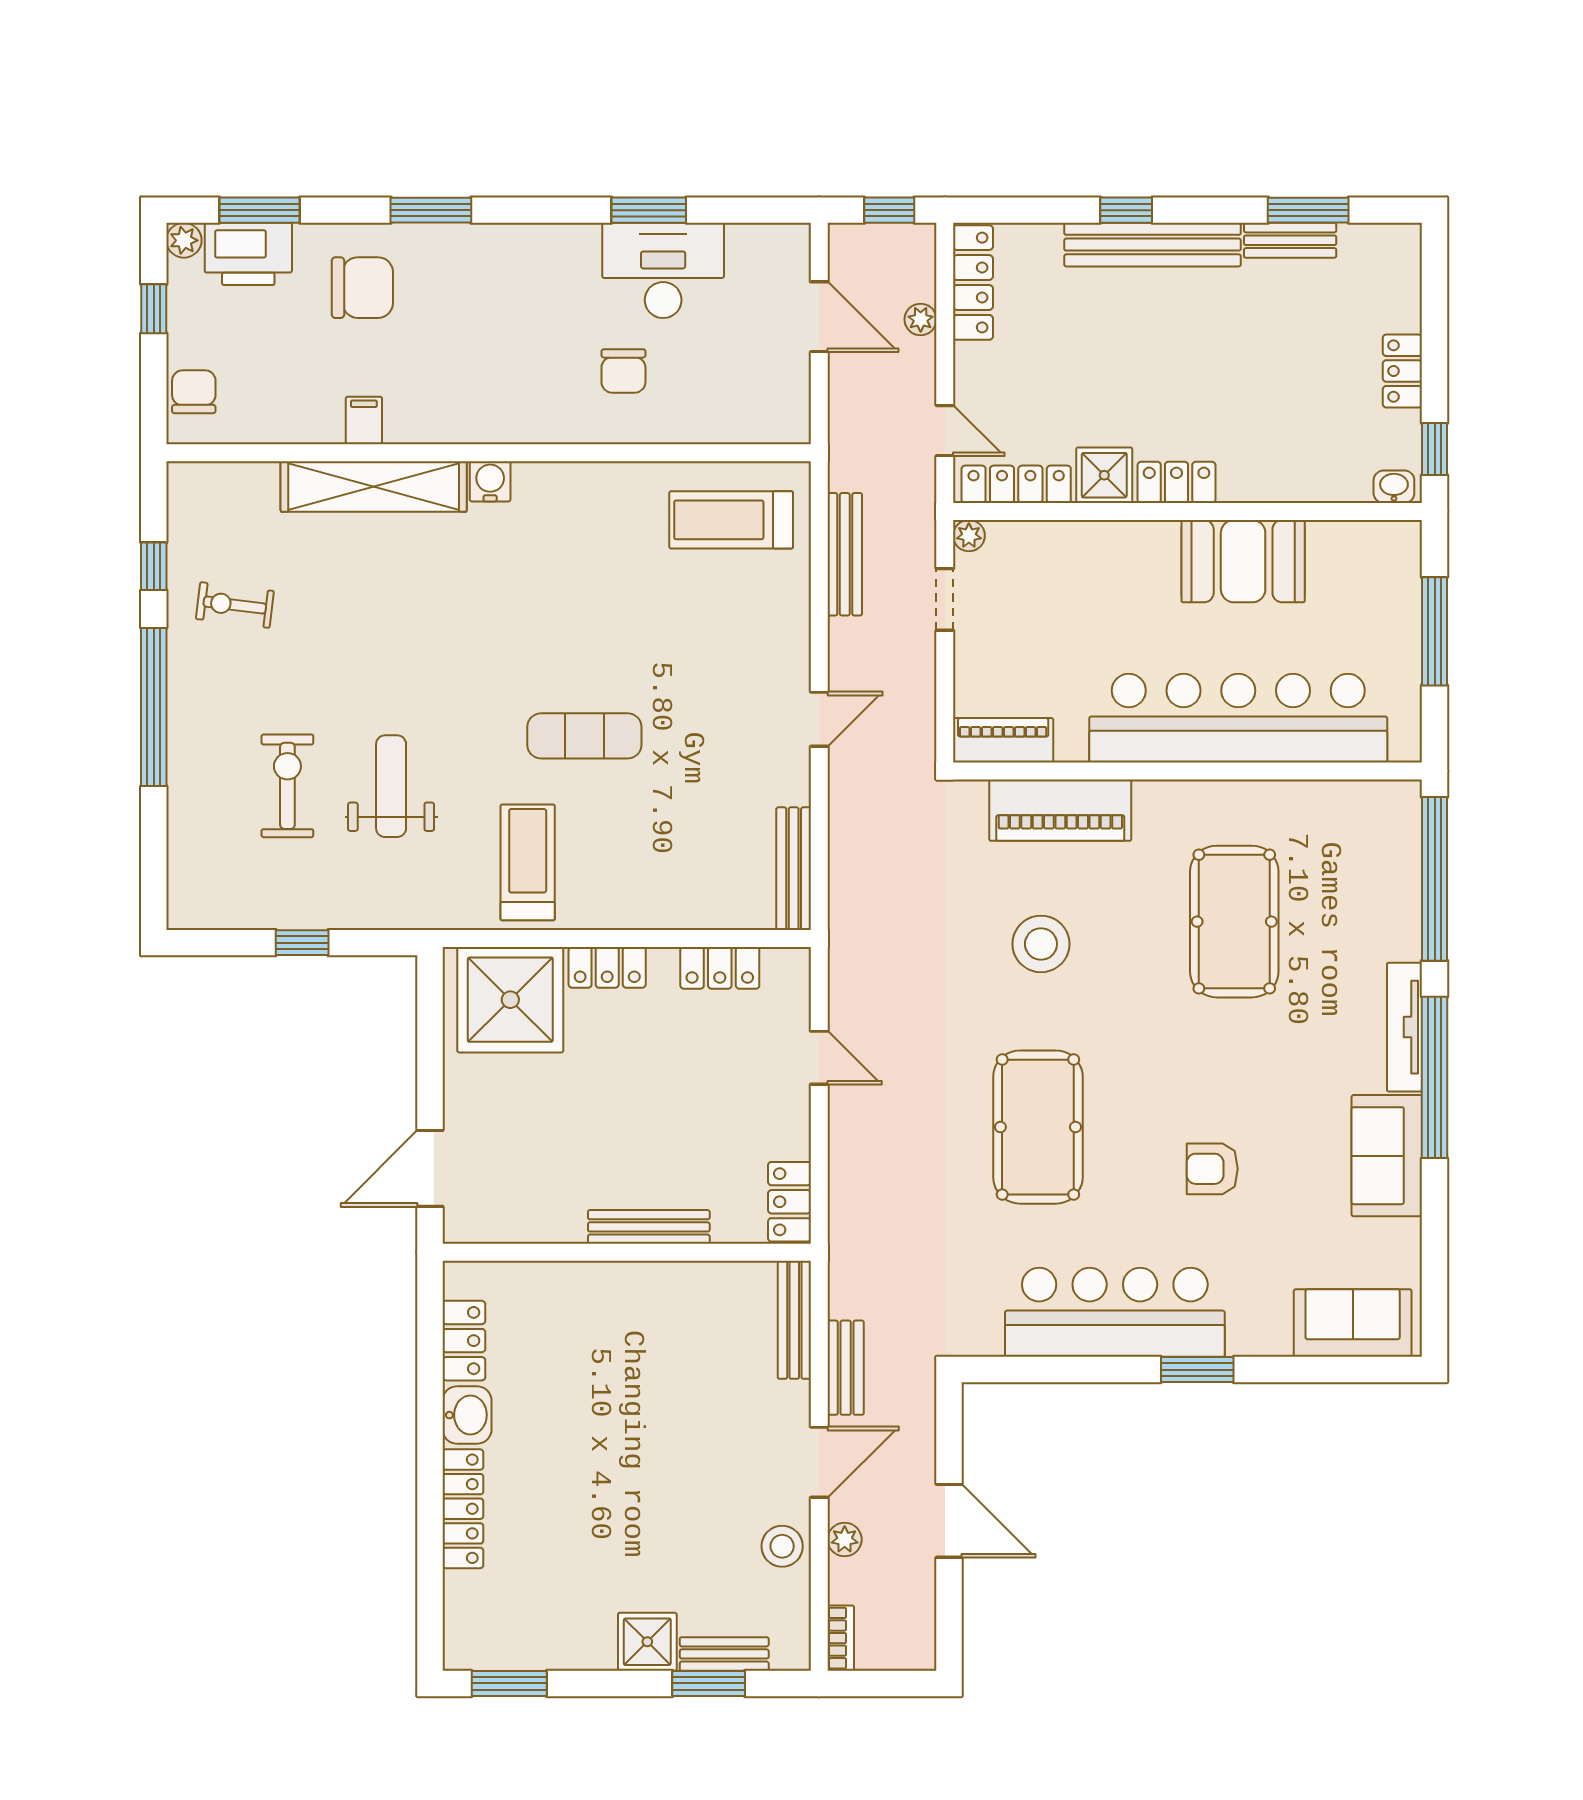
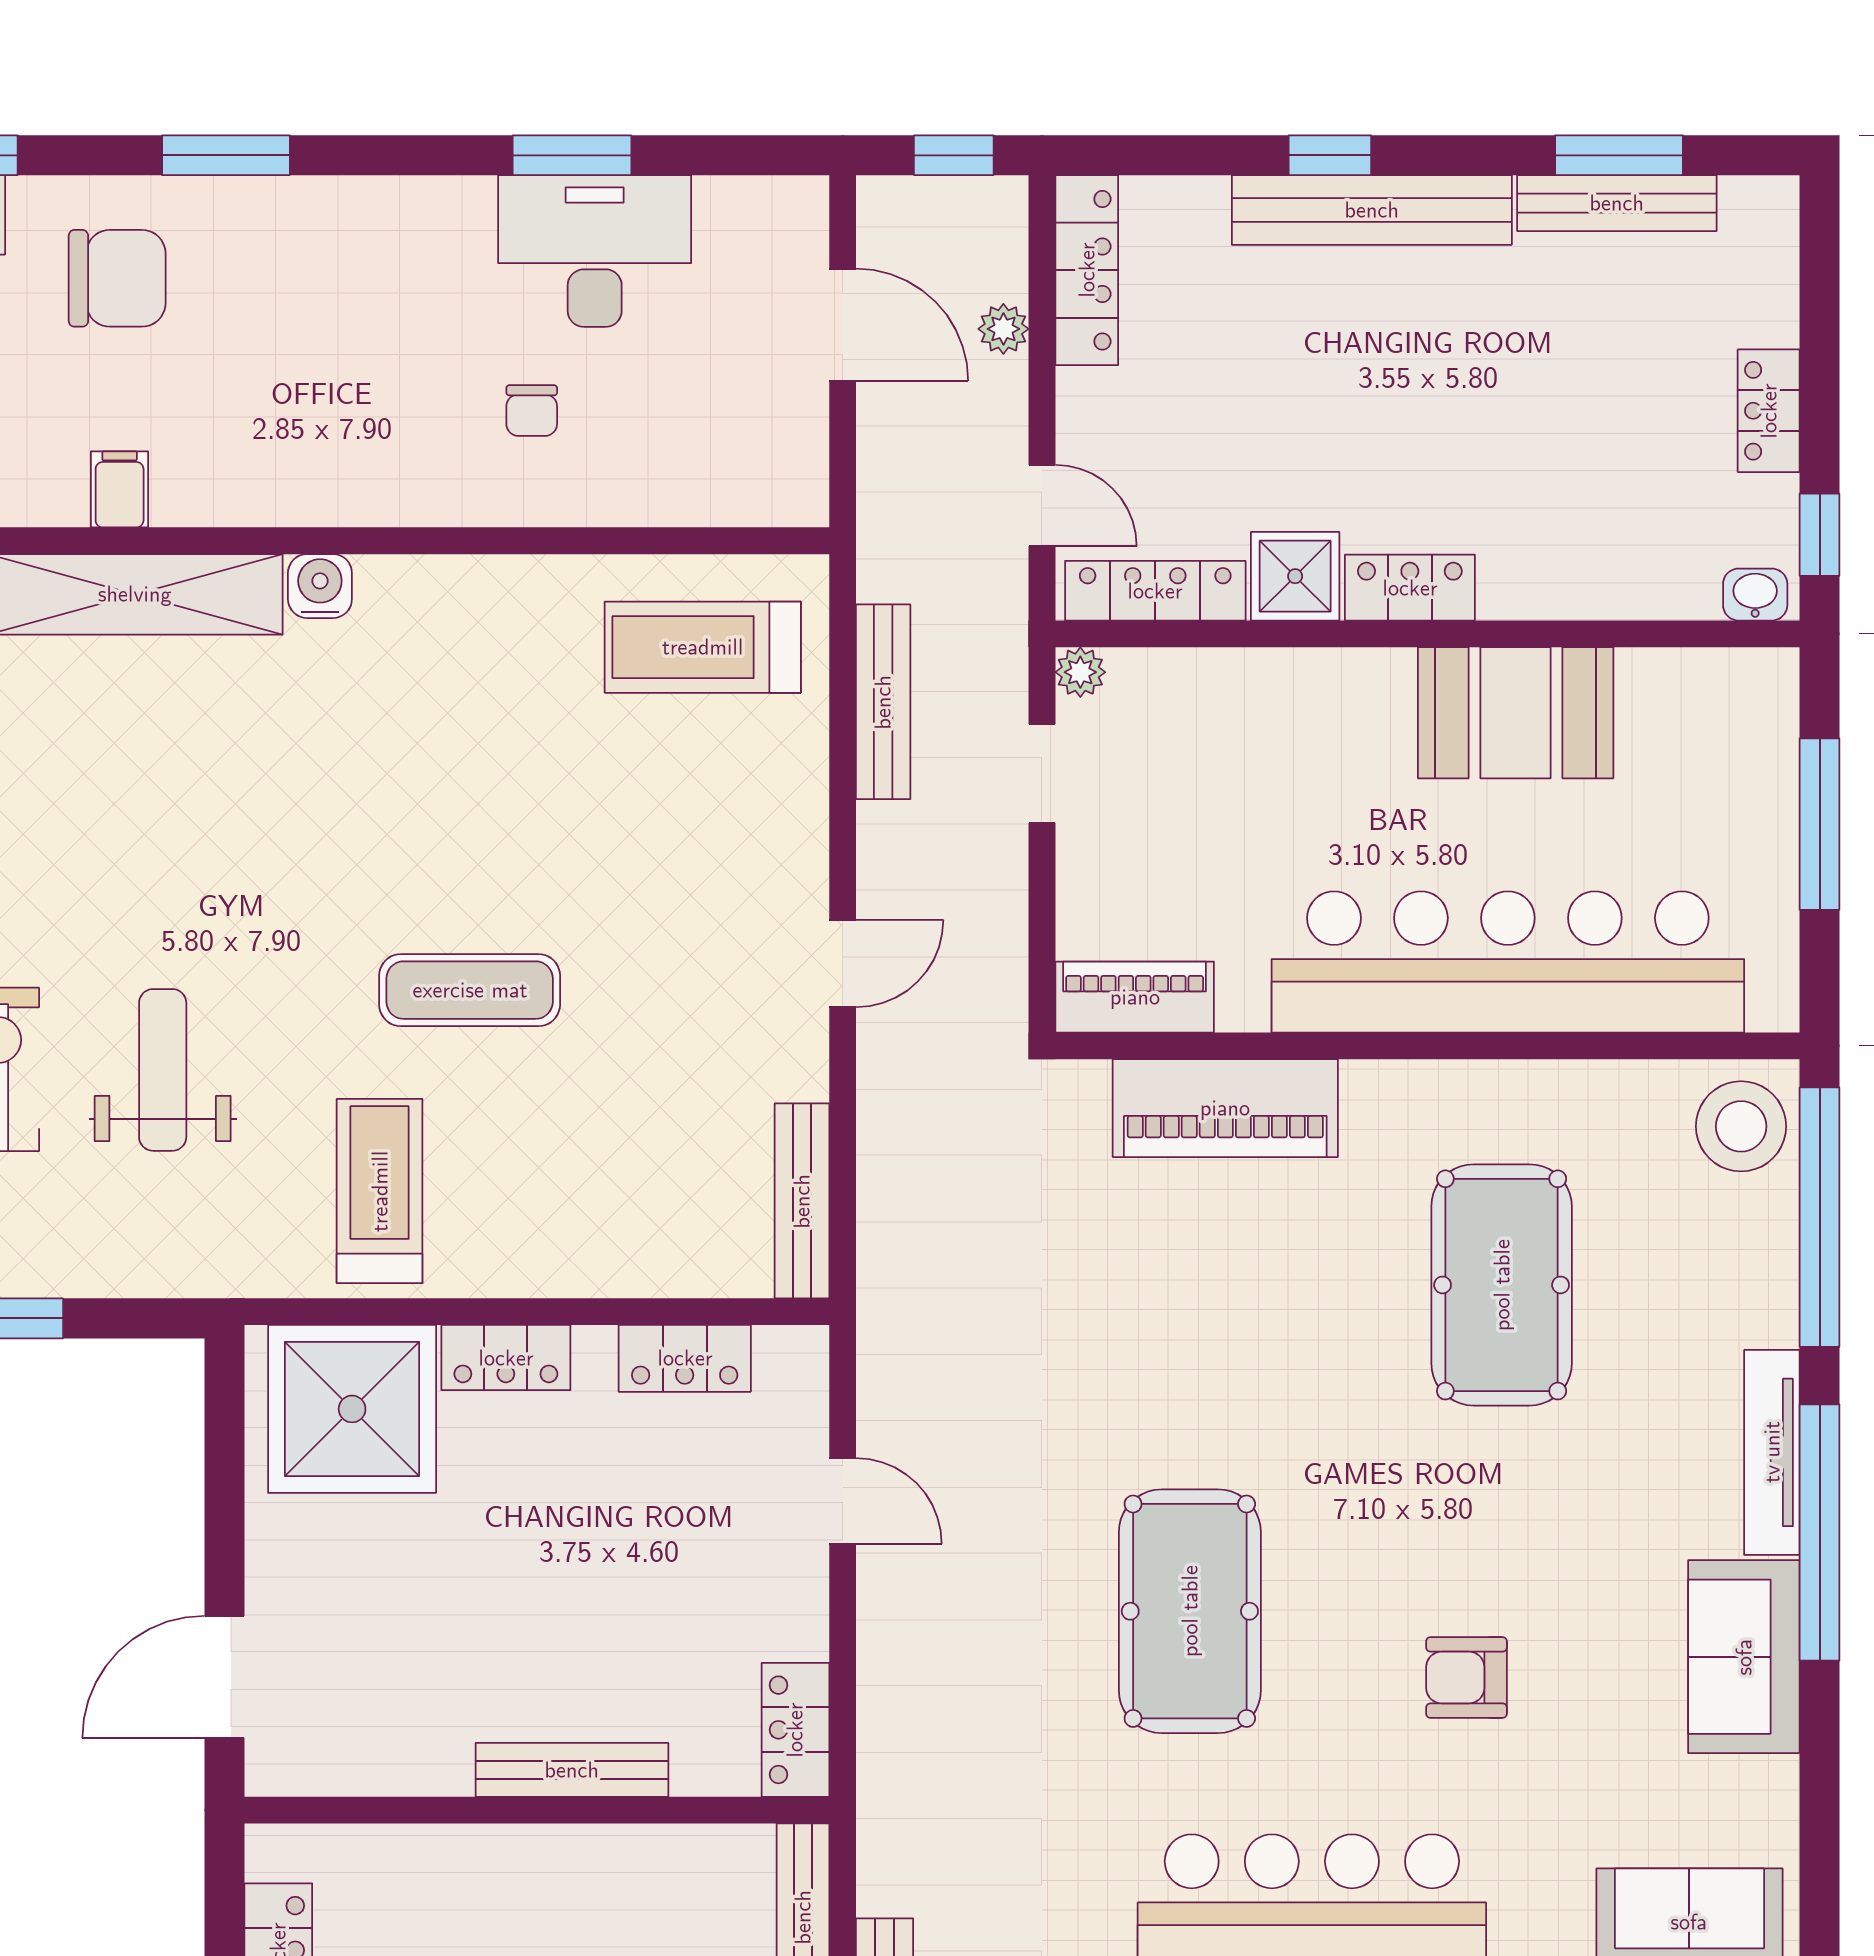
bench: (1290, 240) -> (1617, 203), width x1.36
chair: (623, 371) -> (532, 411), width x0.73, depth x0.73
stool: (1041, 944) -> (1741, 1126), moved

